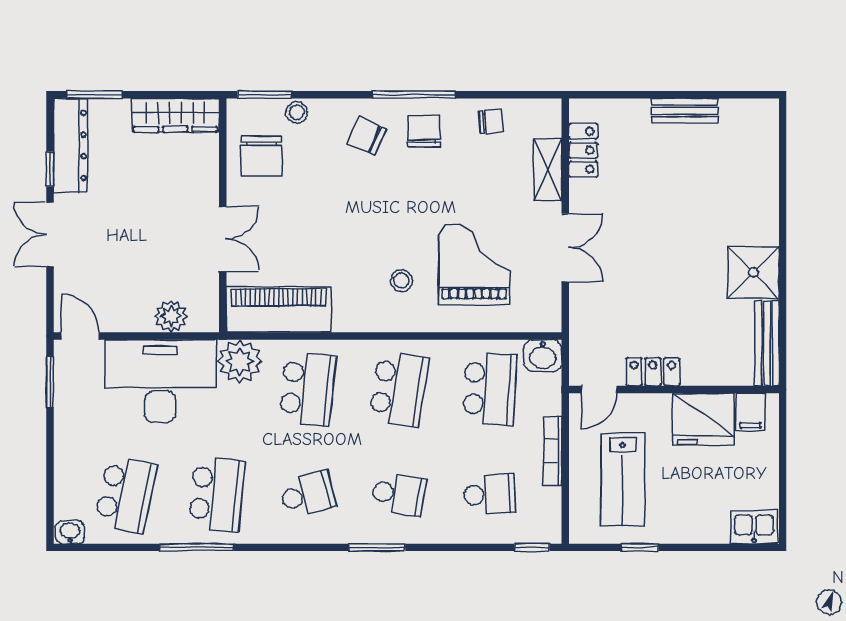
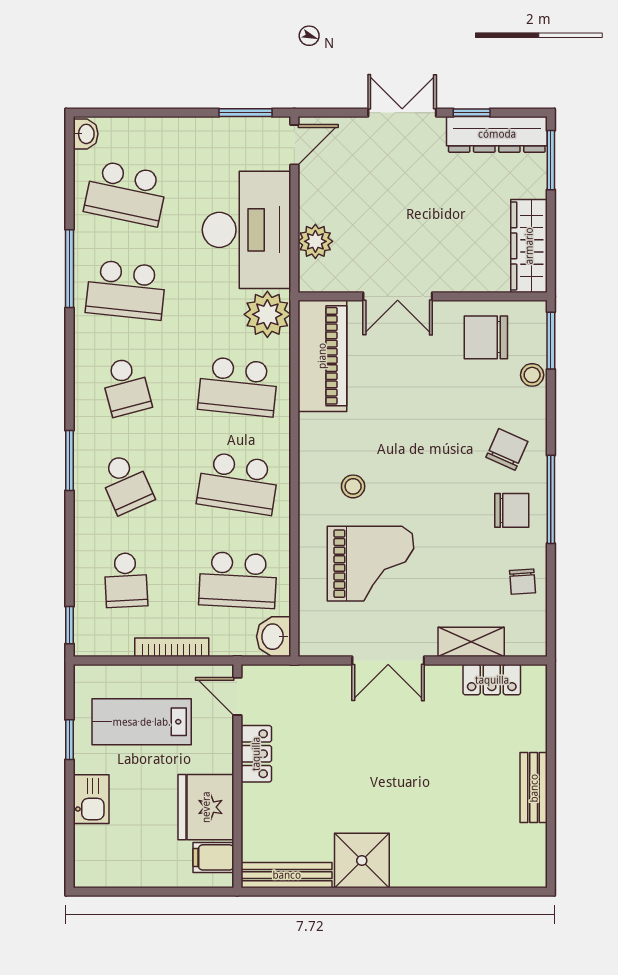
school desk: (399, 494) -> (126, 483), turned -33
kitchen sink: (754, 527) -> (91, 799), moved

